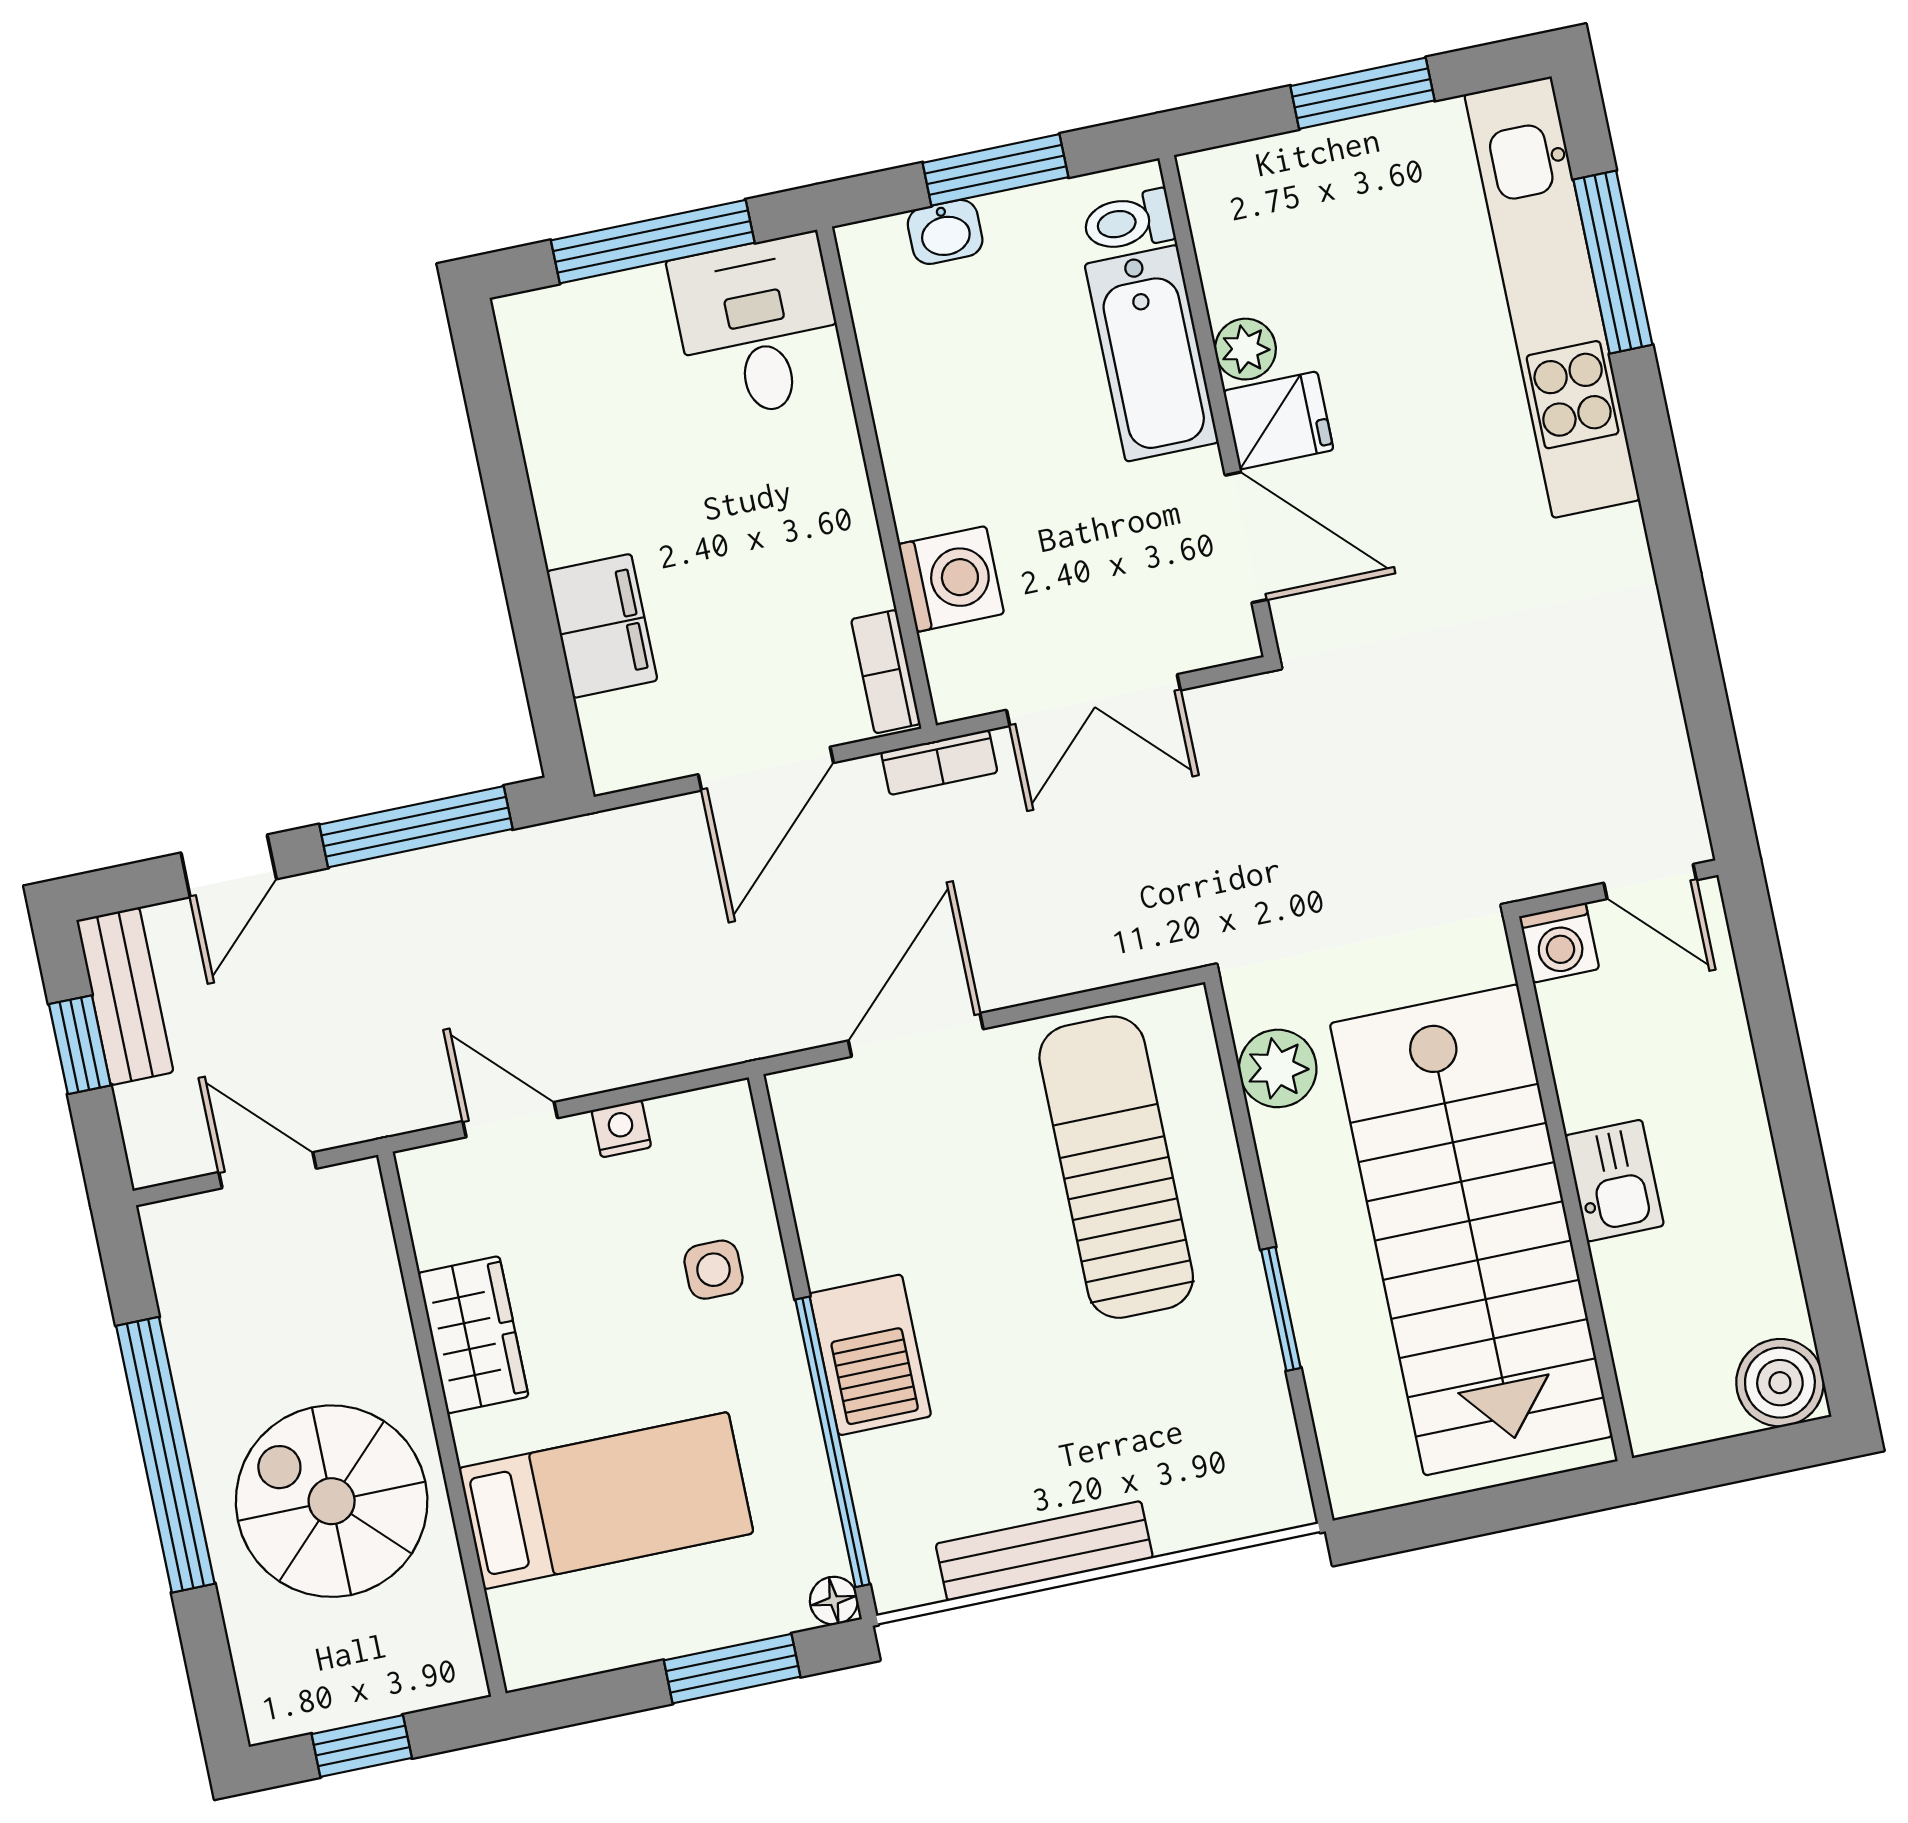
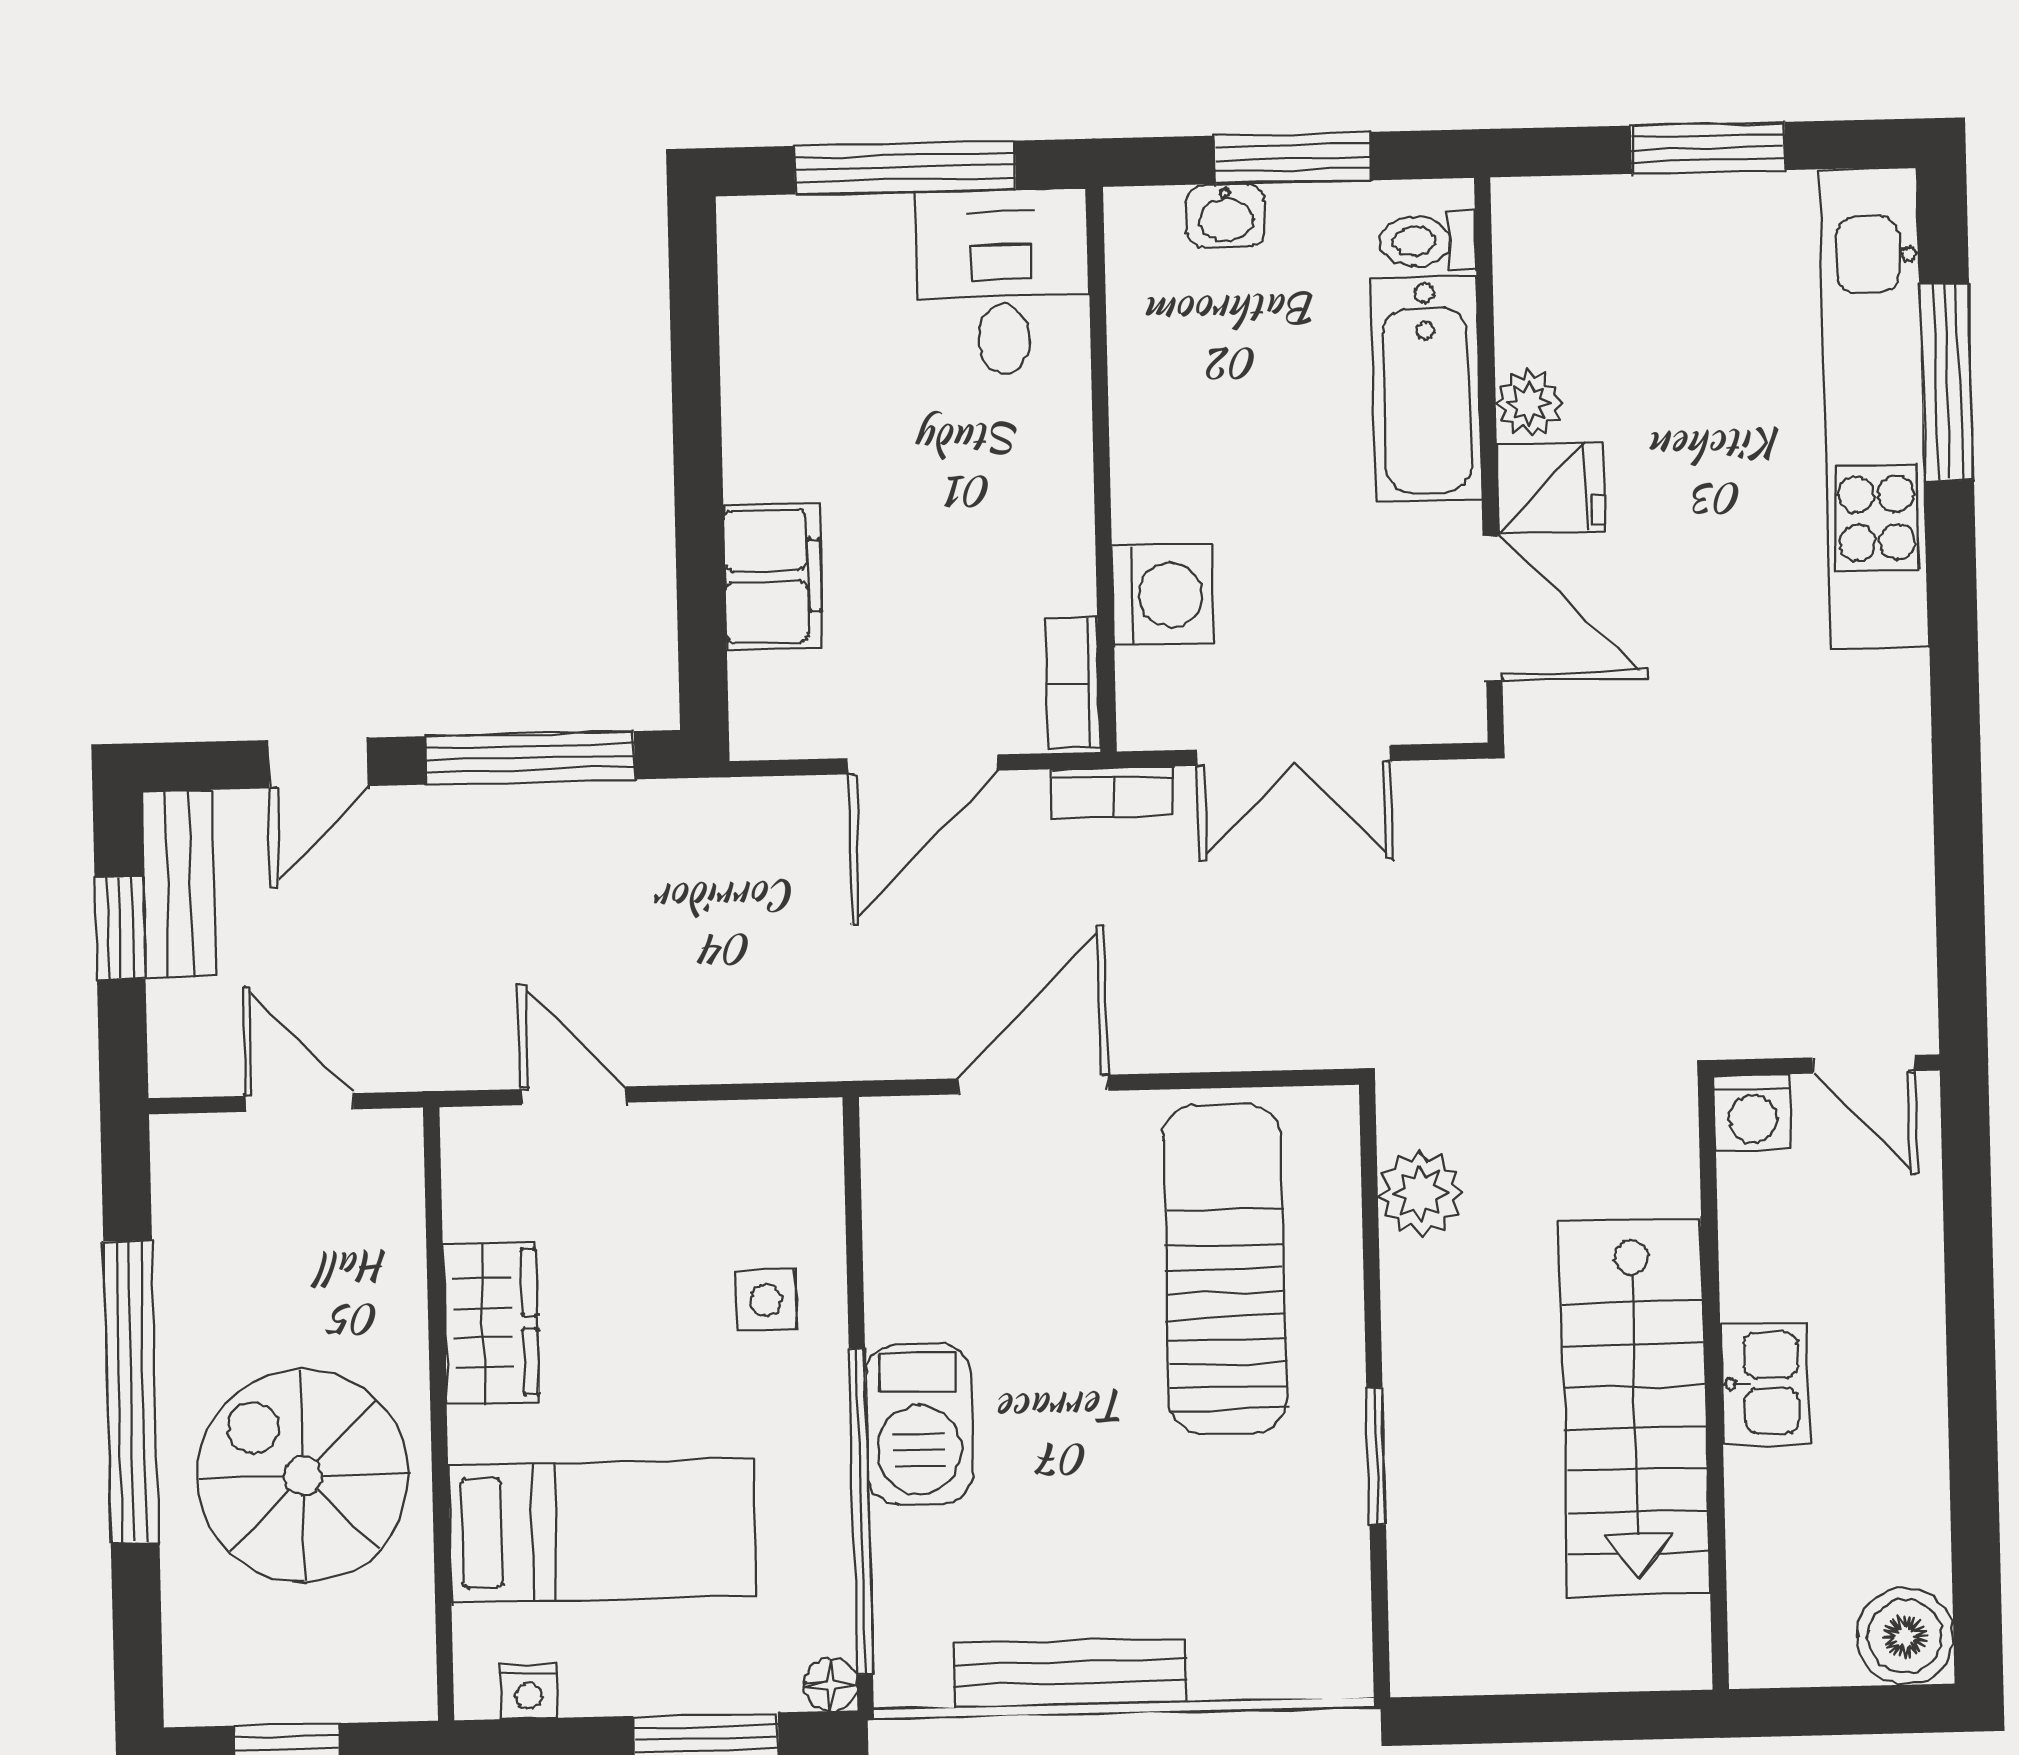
nightstand: (621, 1129) -> (528, 1692), moved, turned 180
stairs: (1471, 1230) -> (1635, 1407), width x0.73, depth x0.66

